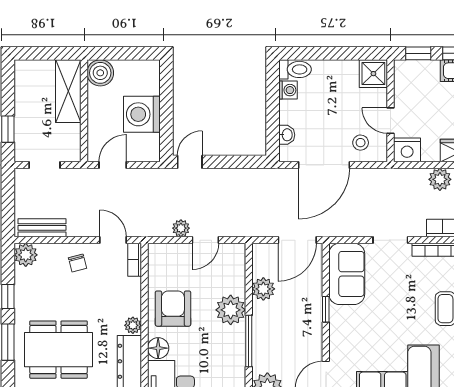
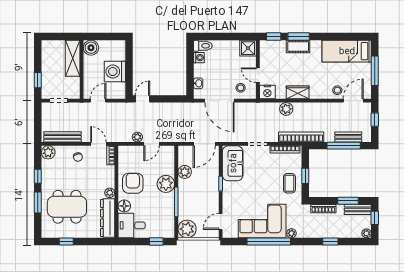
door: (324, 165) -> (220, 101), hinge flipped
bench: (42, 228) -> (62, 137), width x1.36

